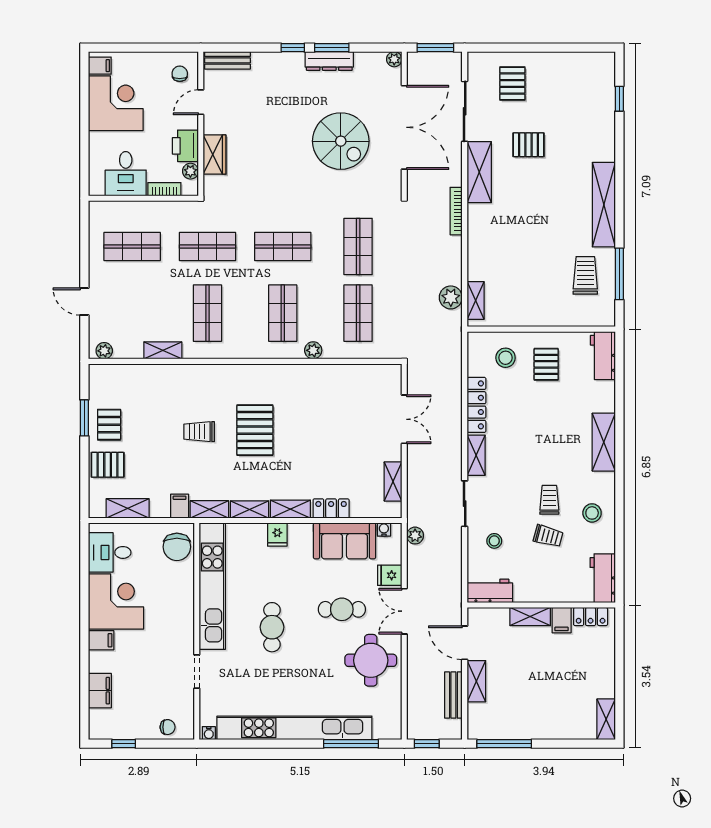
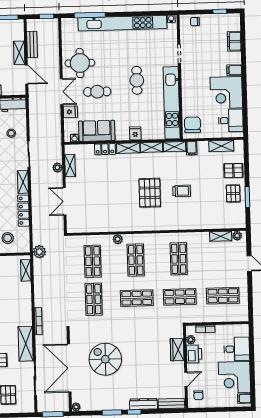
dresser: (329, 61) -> (144, 404), moved
desk: (126, 174) -> (237, 349), moved, turned 90
plant: (451, 297) -> (39, 252), moved
shelving: (163, 350) -> (221, 236), moved
plant: (415, 536) -> (57, 168), moved

